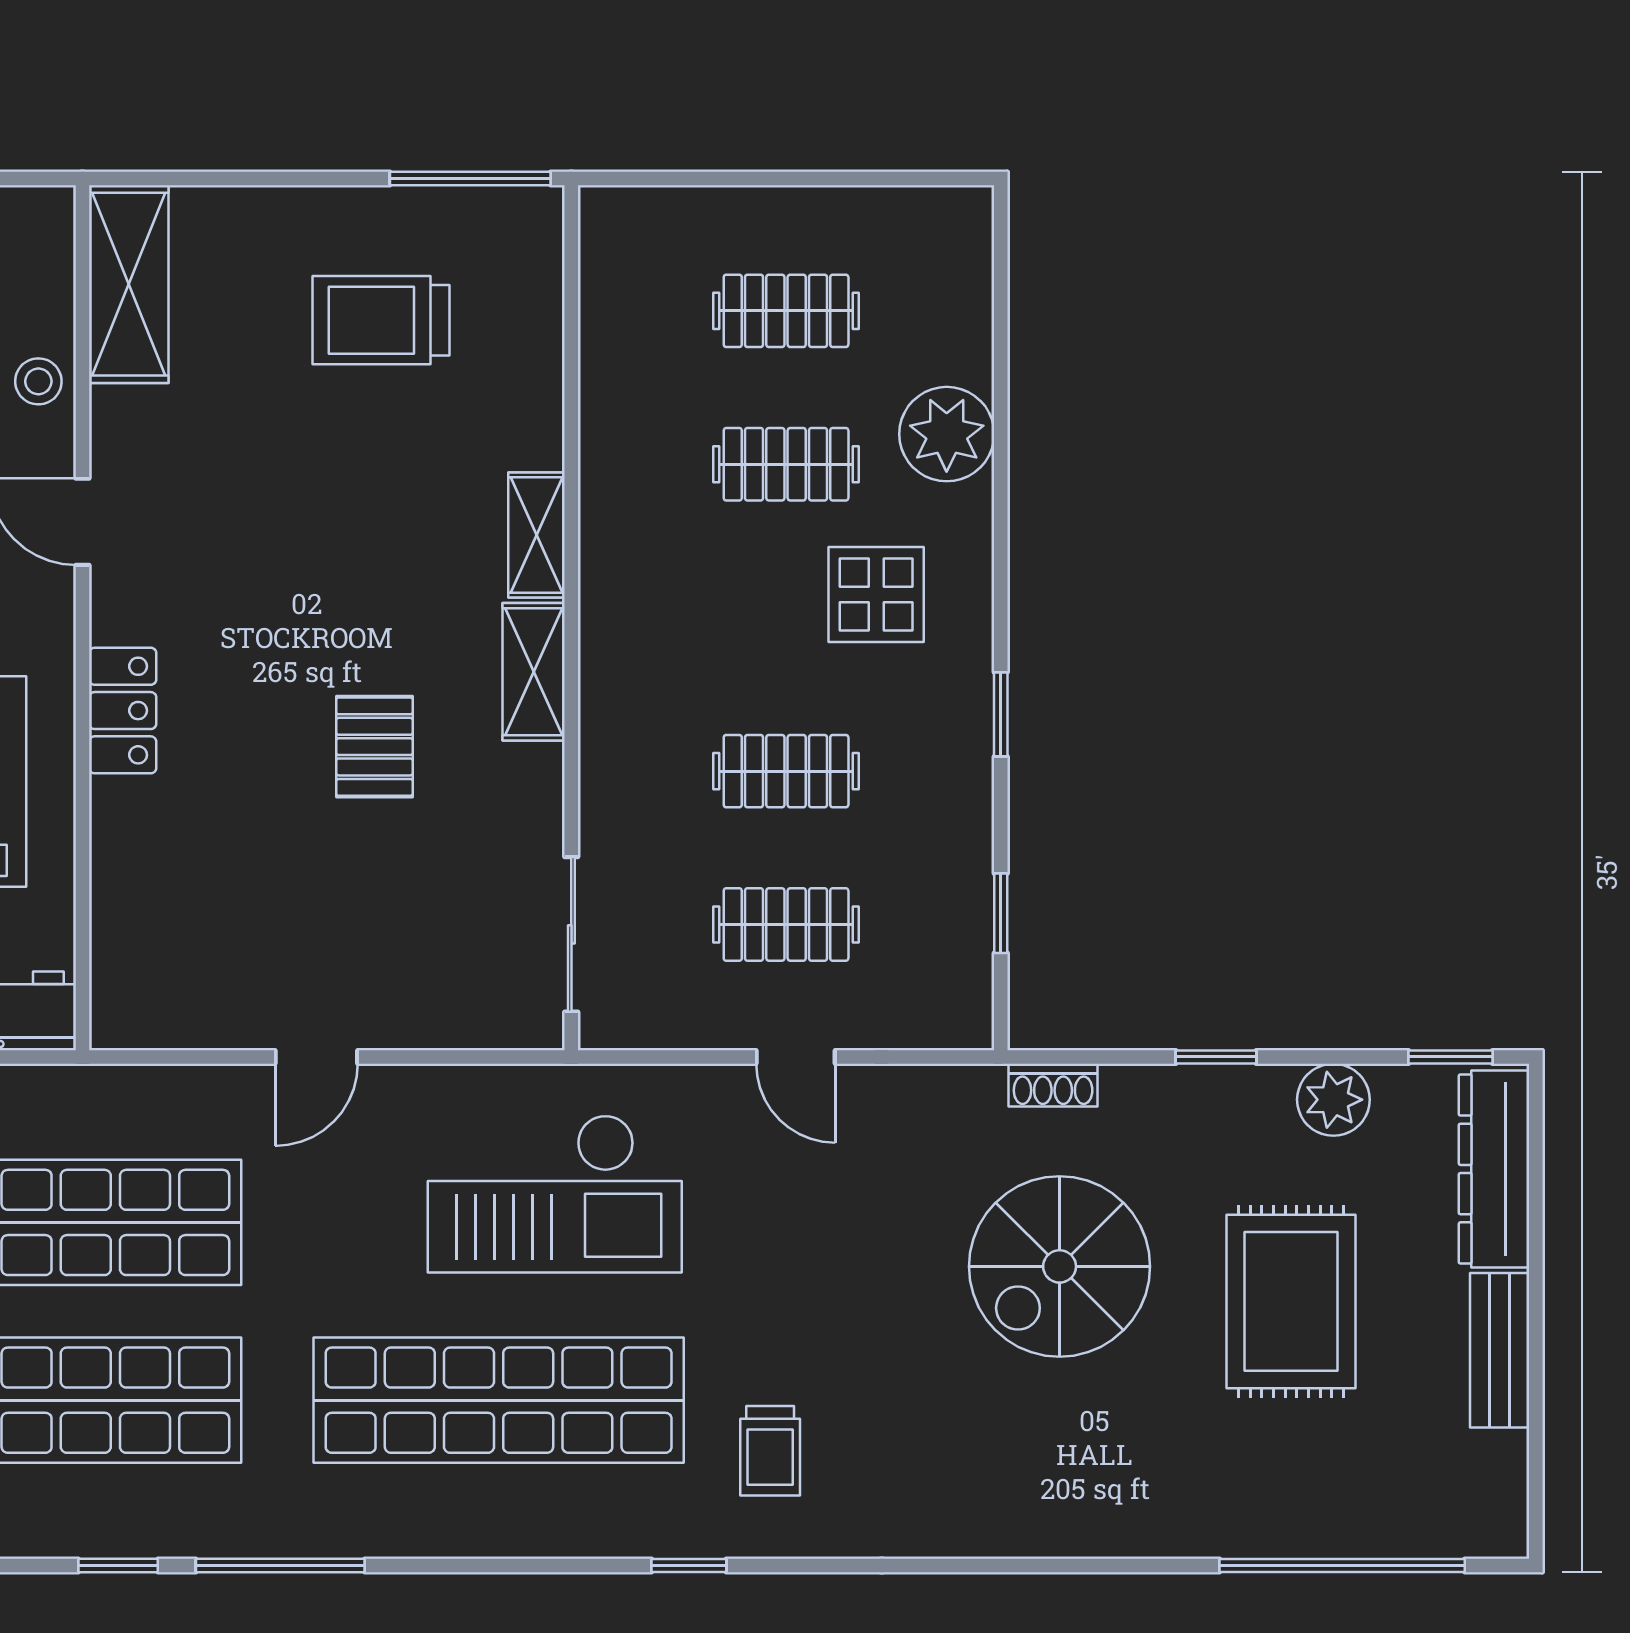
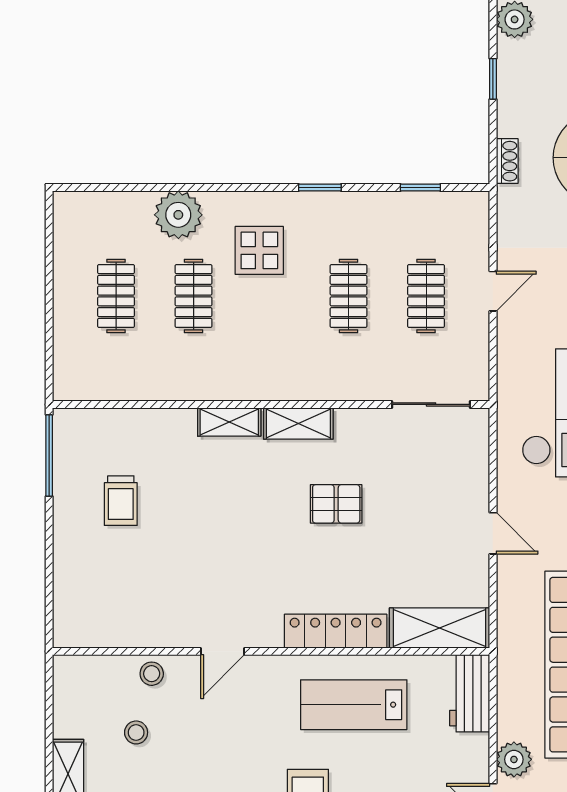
shelving: (129, 284) -> (440, 628), moved
trolley: (381, 320) -> (121, 501), width x0.73, depth x0.72
locker: (123, 711) -> (336, 631), width x1.53

